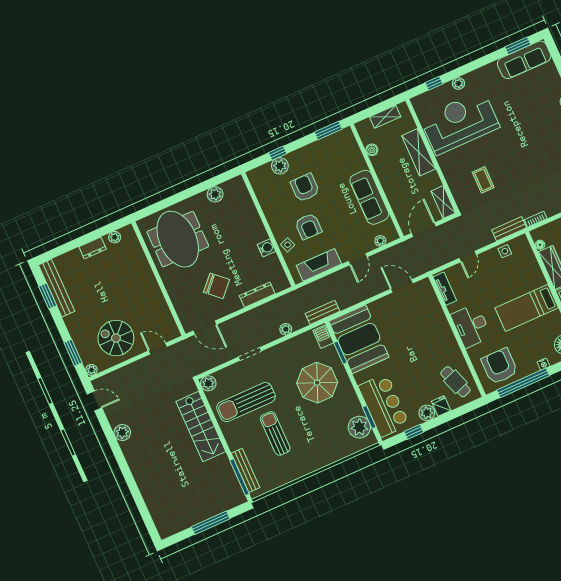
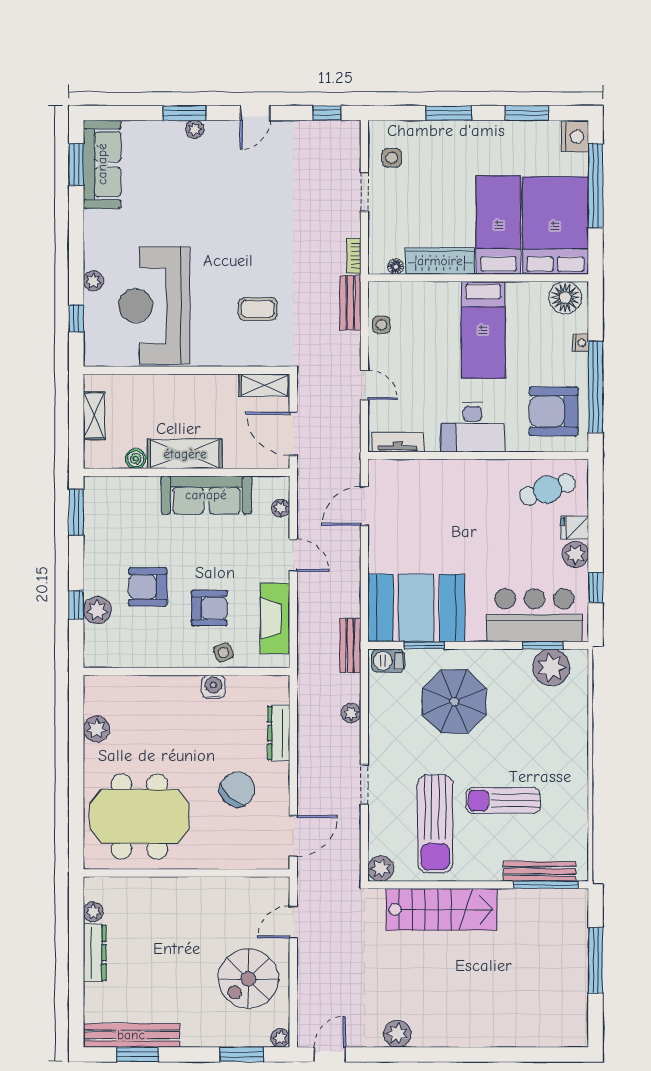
shelving: (419, 152) -> (185, 454), moved
dresser: (93, 248) -> (95, 953), width x1.44

